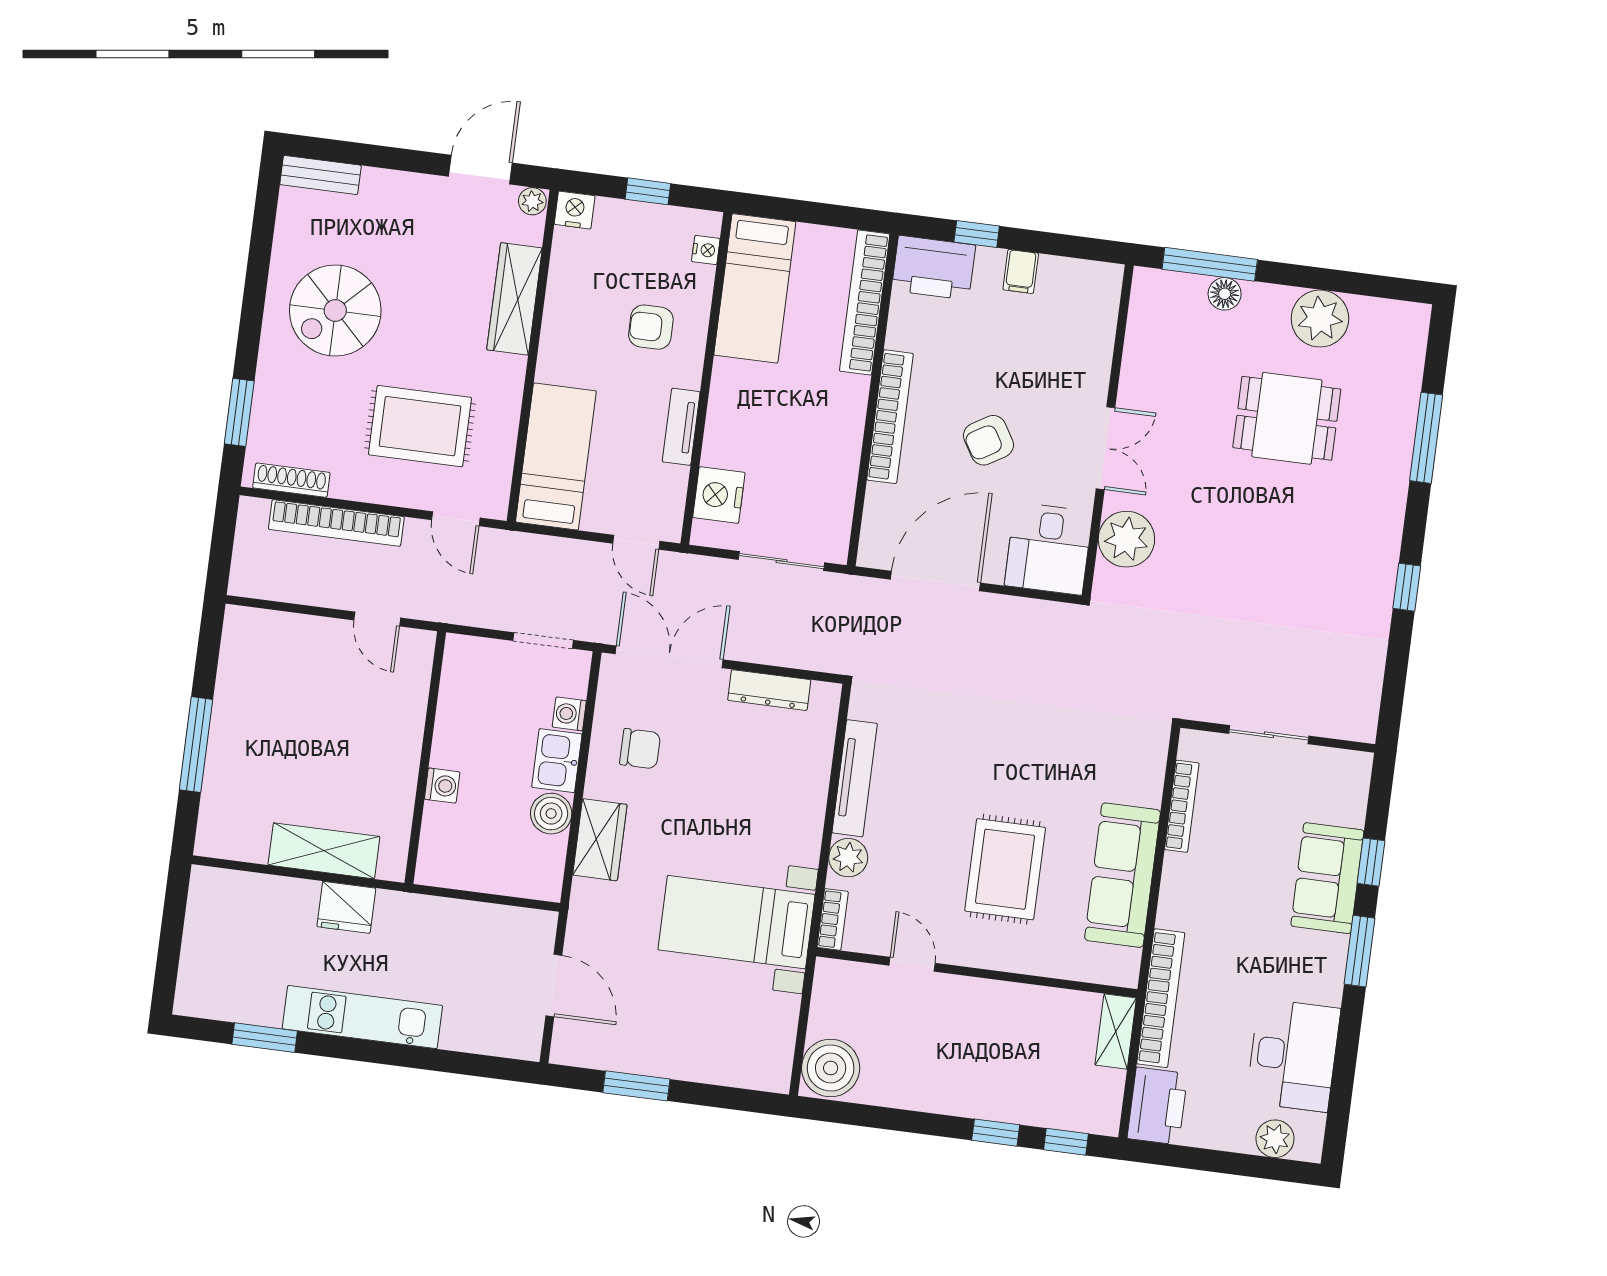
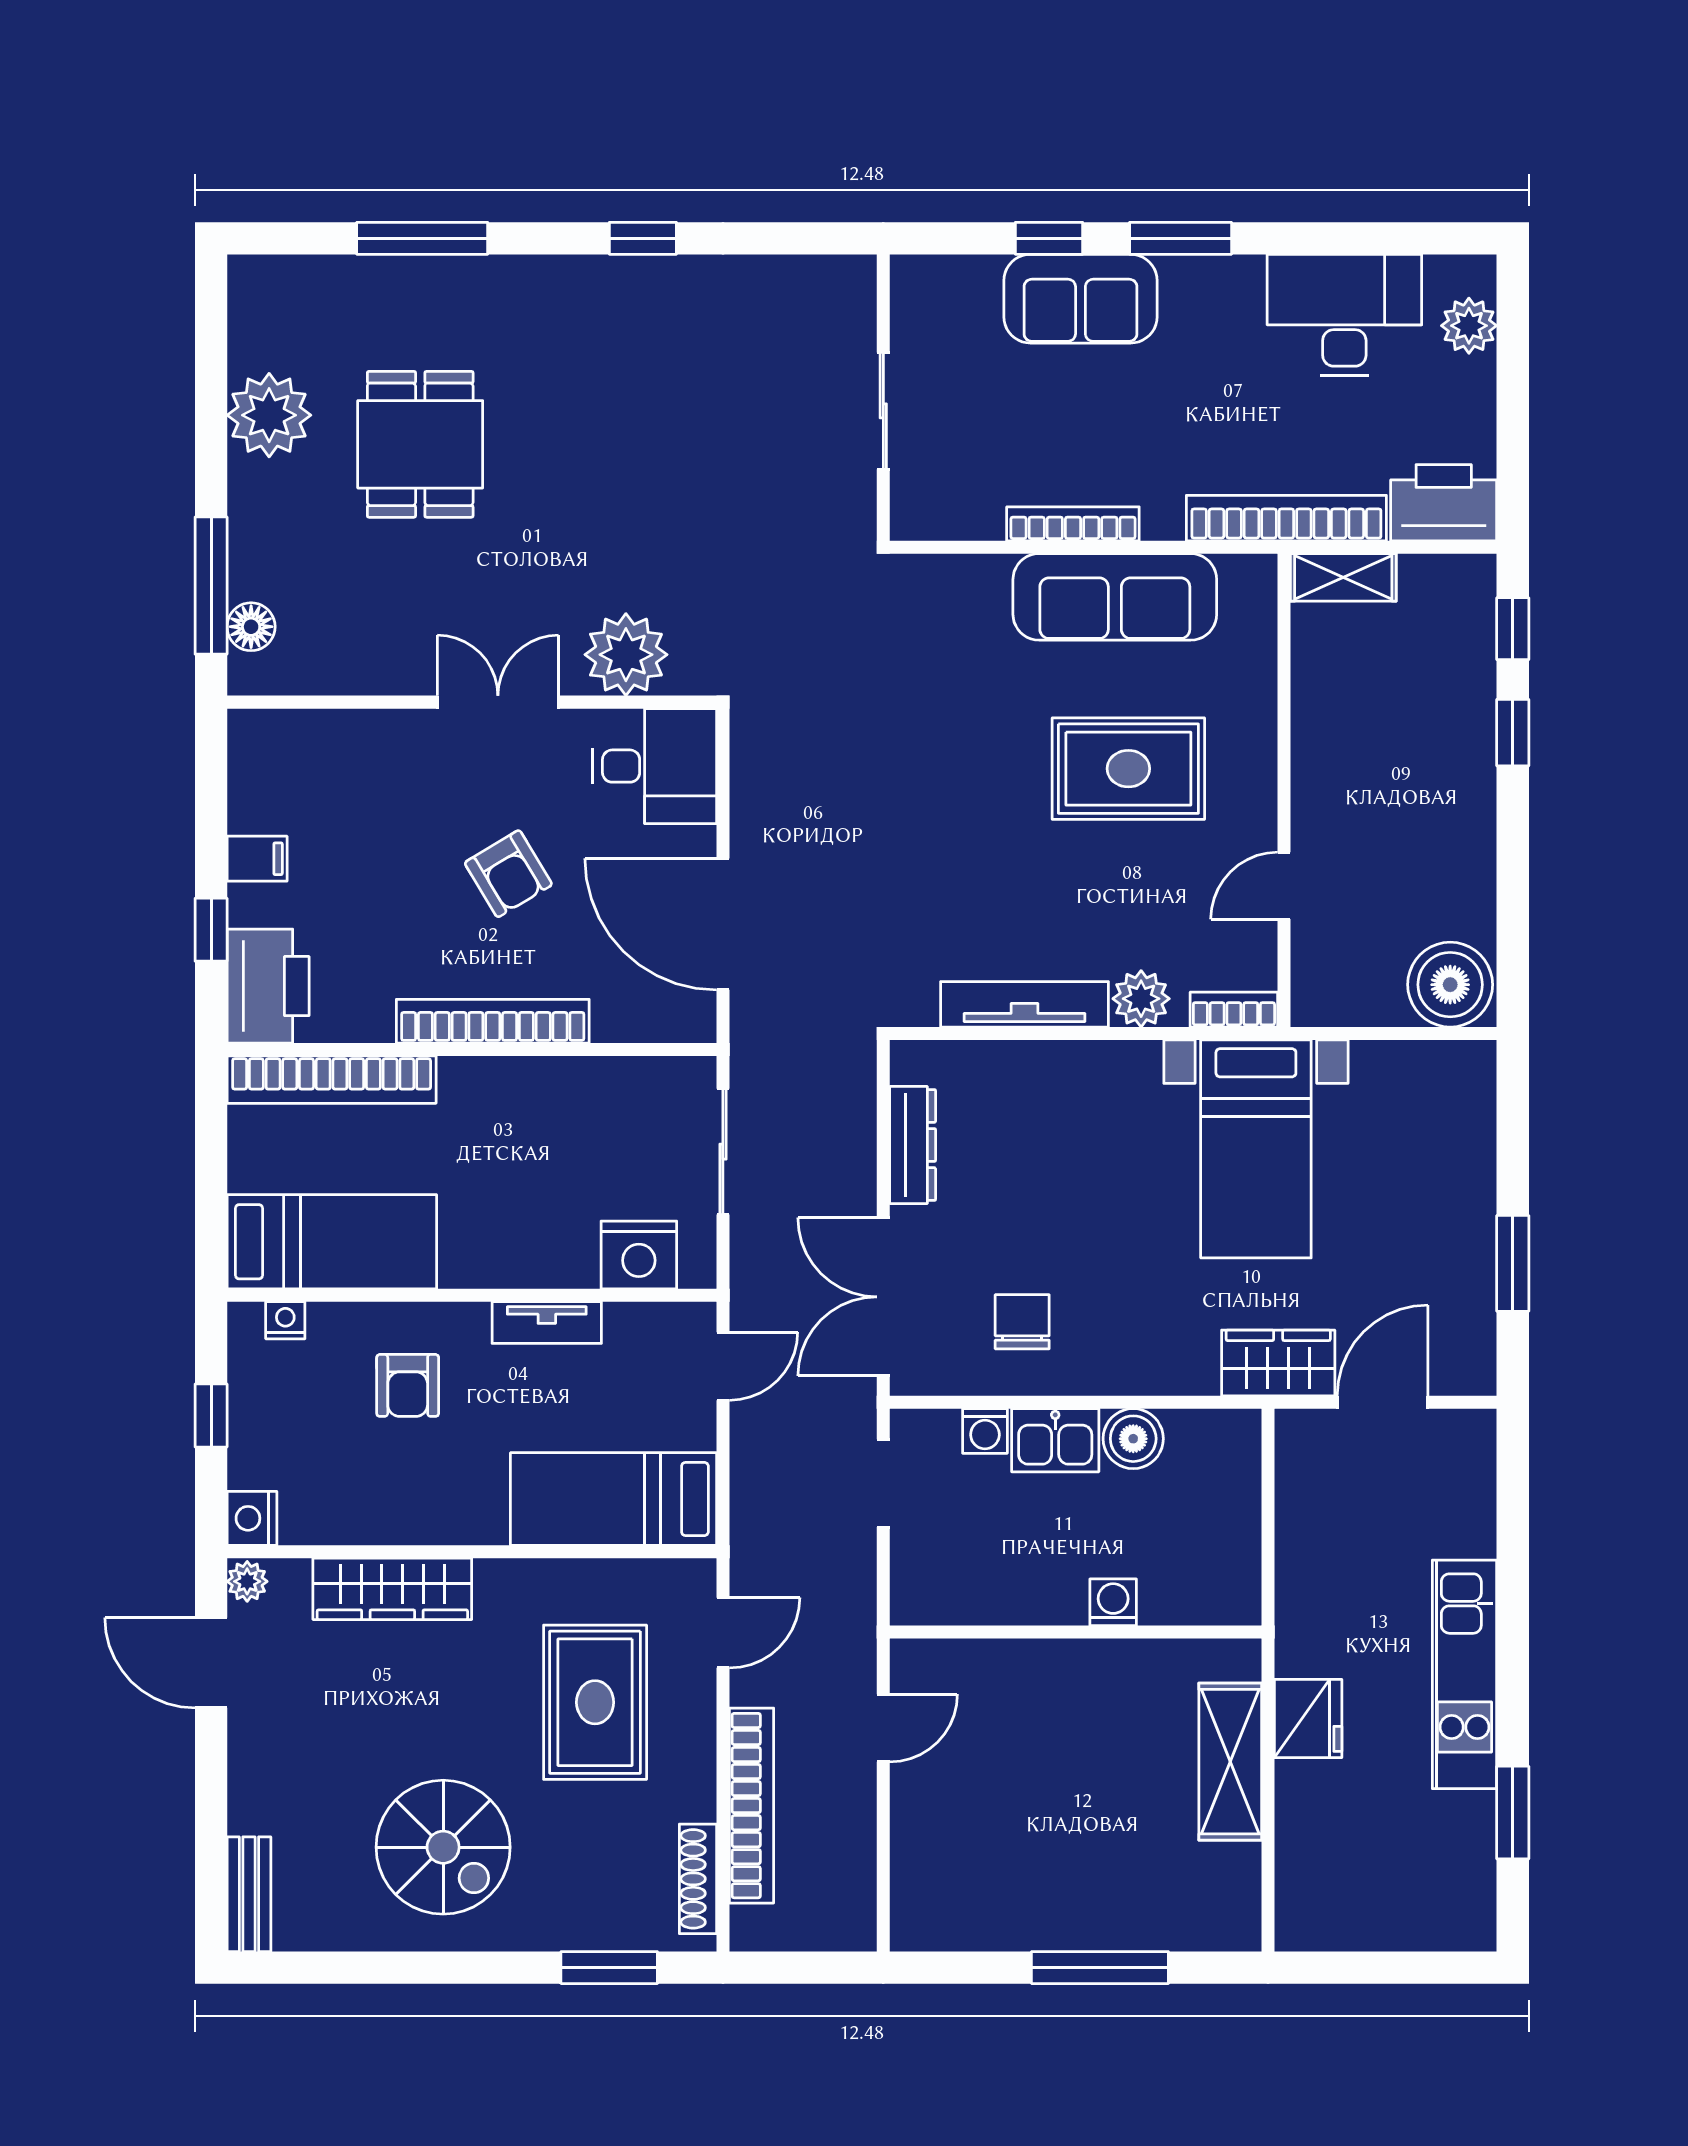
floor lamp: (1225, 294) -> (251, 627), moved
bookcase: (1182, 806) -> (1073, 524), moved
wardrobe: (600, 840) -> (1278, 1363), moved

